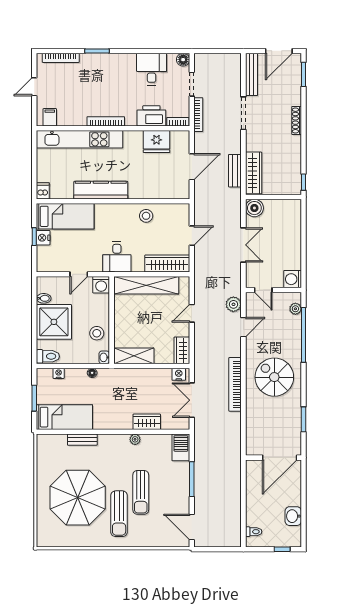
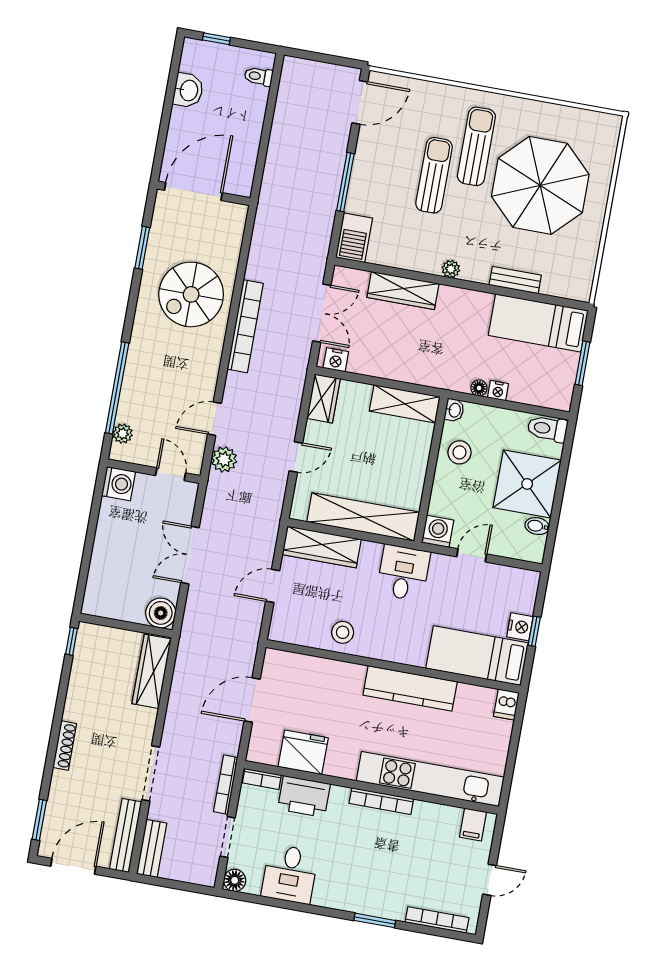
bench: (235, 171) -> (152, 849), moved
nightstand: (59, 373) -> (498, 391), moved
spiral stairs: (274, 377) -> (191, 294), moved, turned 90
wardrobe: (147, 422) -> (403, 290), width x1.50
plant: (135, 439) -> (451, 269), moved
door: (192, 527) -> (360, 102), hinge flipped

